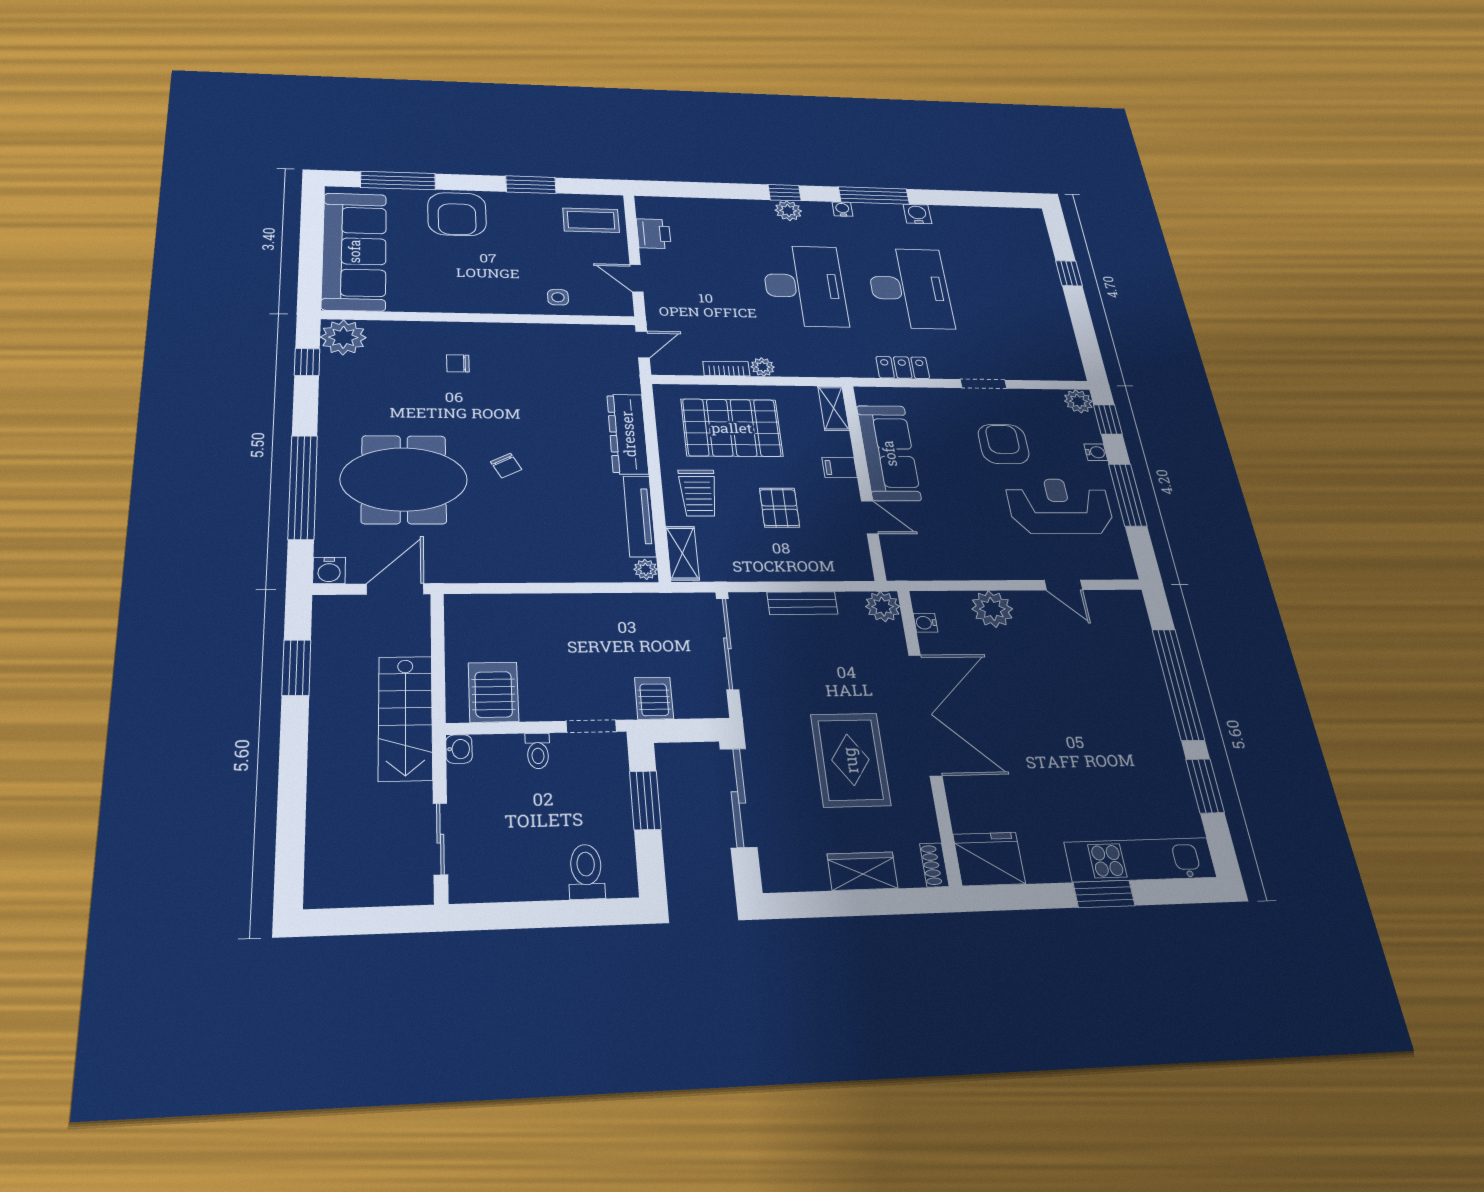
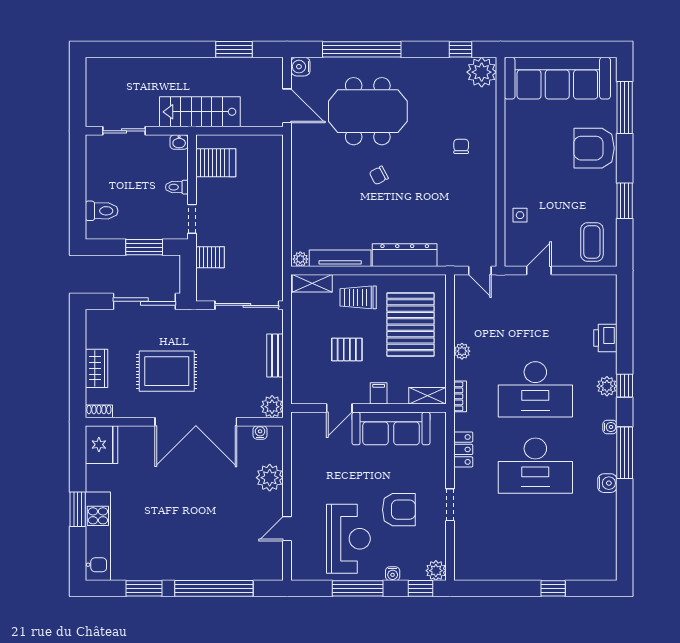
printer: (654, 234) -> (605, 338), moved, turned 90
bookcase: (726, 369) -> (460, 396), moved
meeting table: (404, 479) -> (368, 111), turned 90

